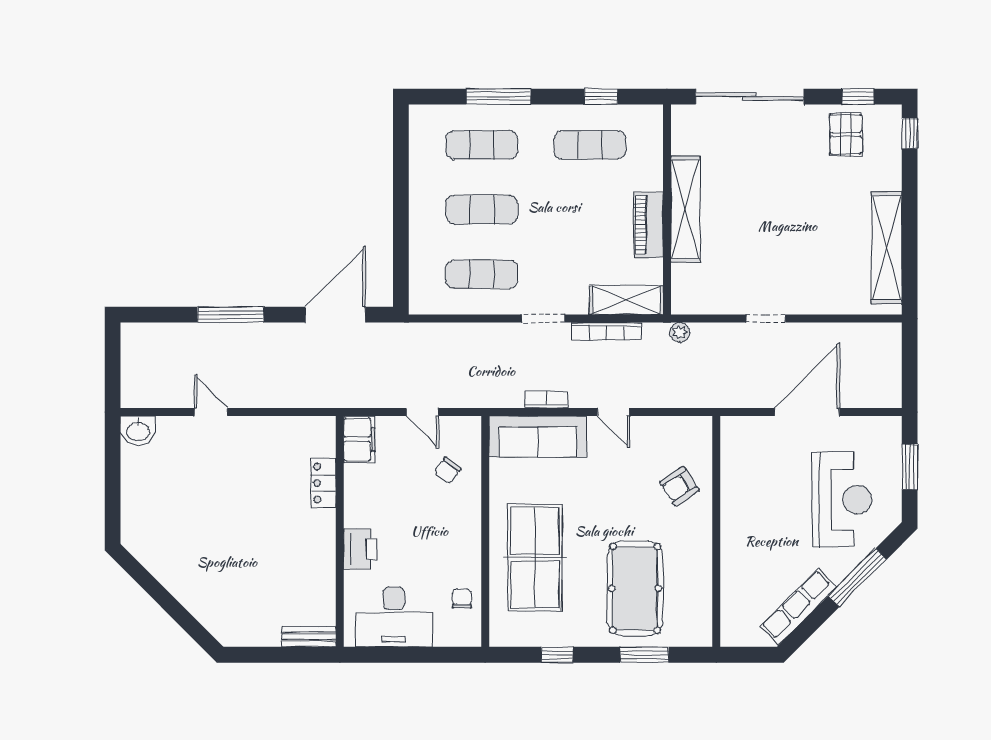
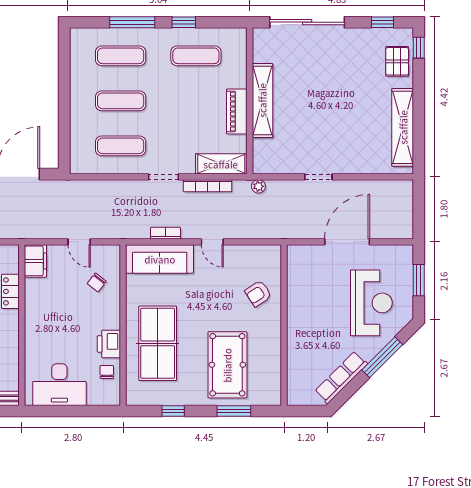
window: (601, 97) -> (184, 22), moved
pallet: (846, 134) -> (397, 61), moved
printer: (360, 549) -> (109, 344), moved, turned 180

